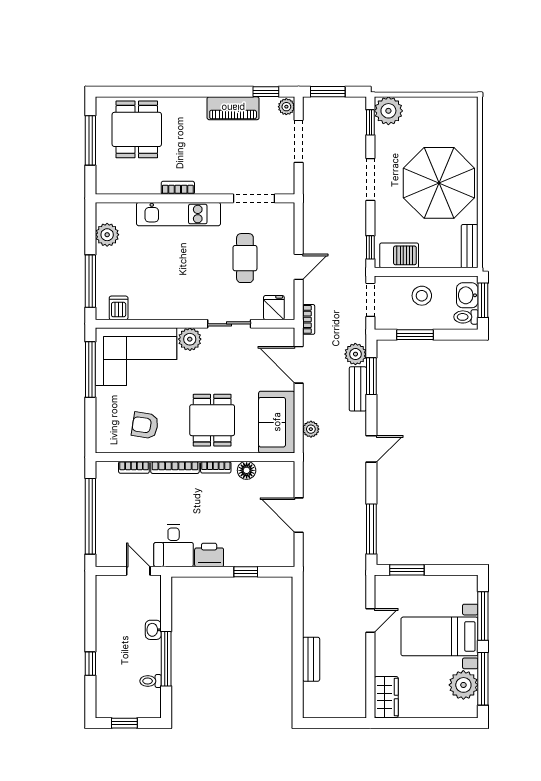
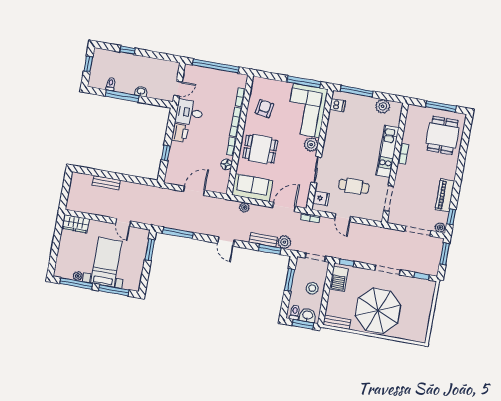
plant: (388, 111) -> (427, 288), removed
dining table: (137, 129) -> (443, 135), turned 90
plant: (463, 685) -> (78, 276), width x0.53, depth x0.53

